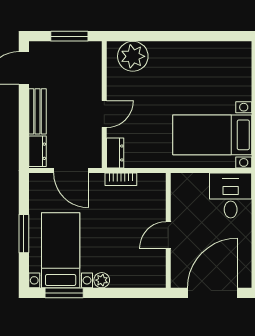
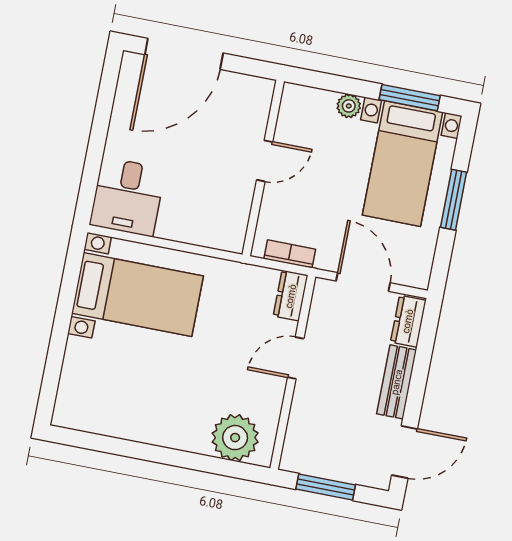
wall: (168, 230) -> (263, 168), moved
door: (168, 235) -> (265, 161), moved

